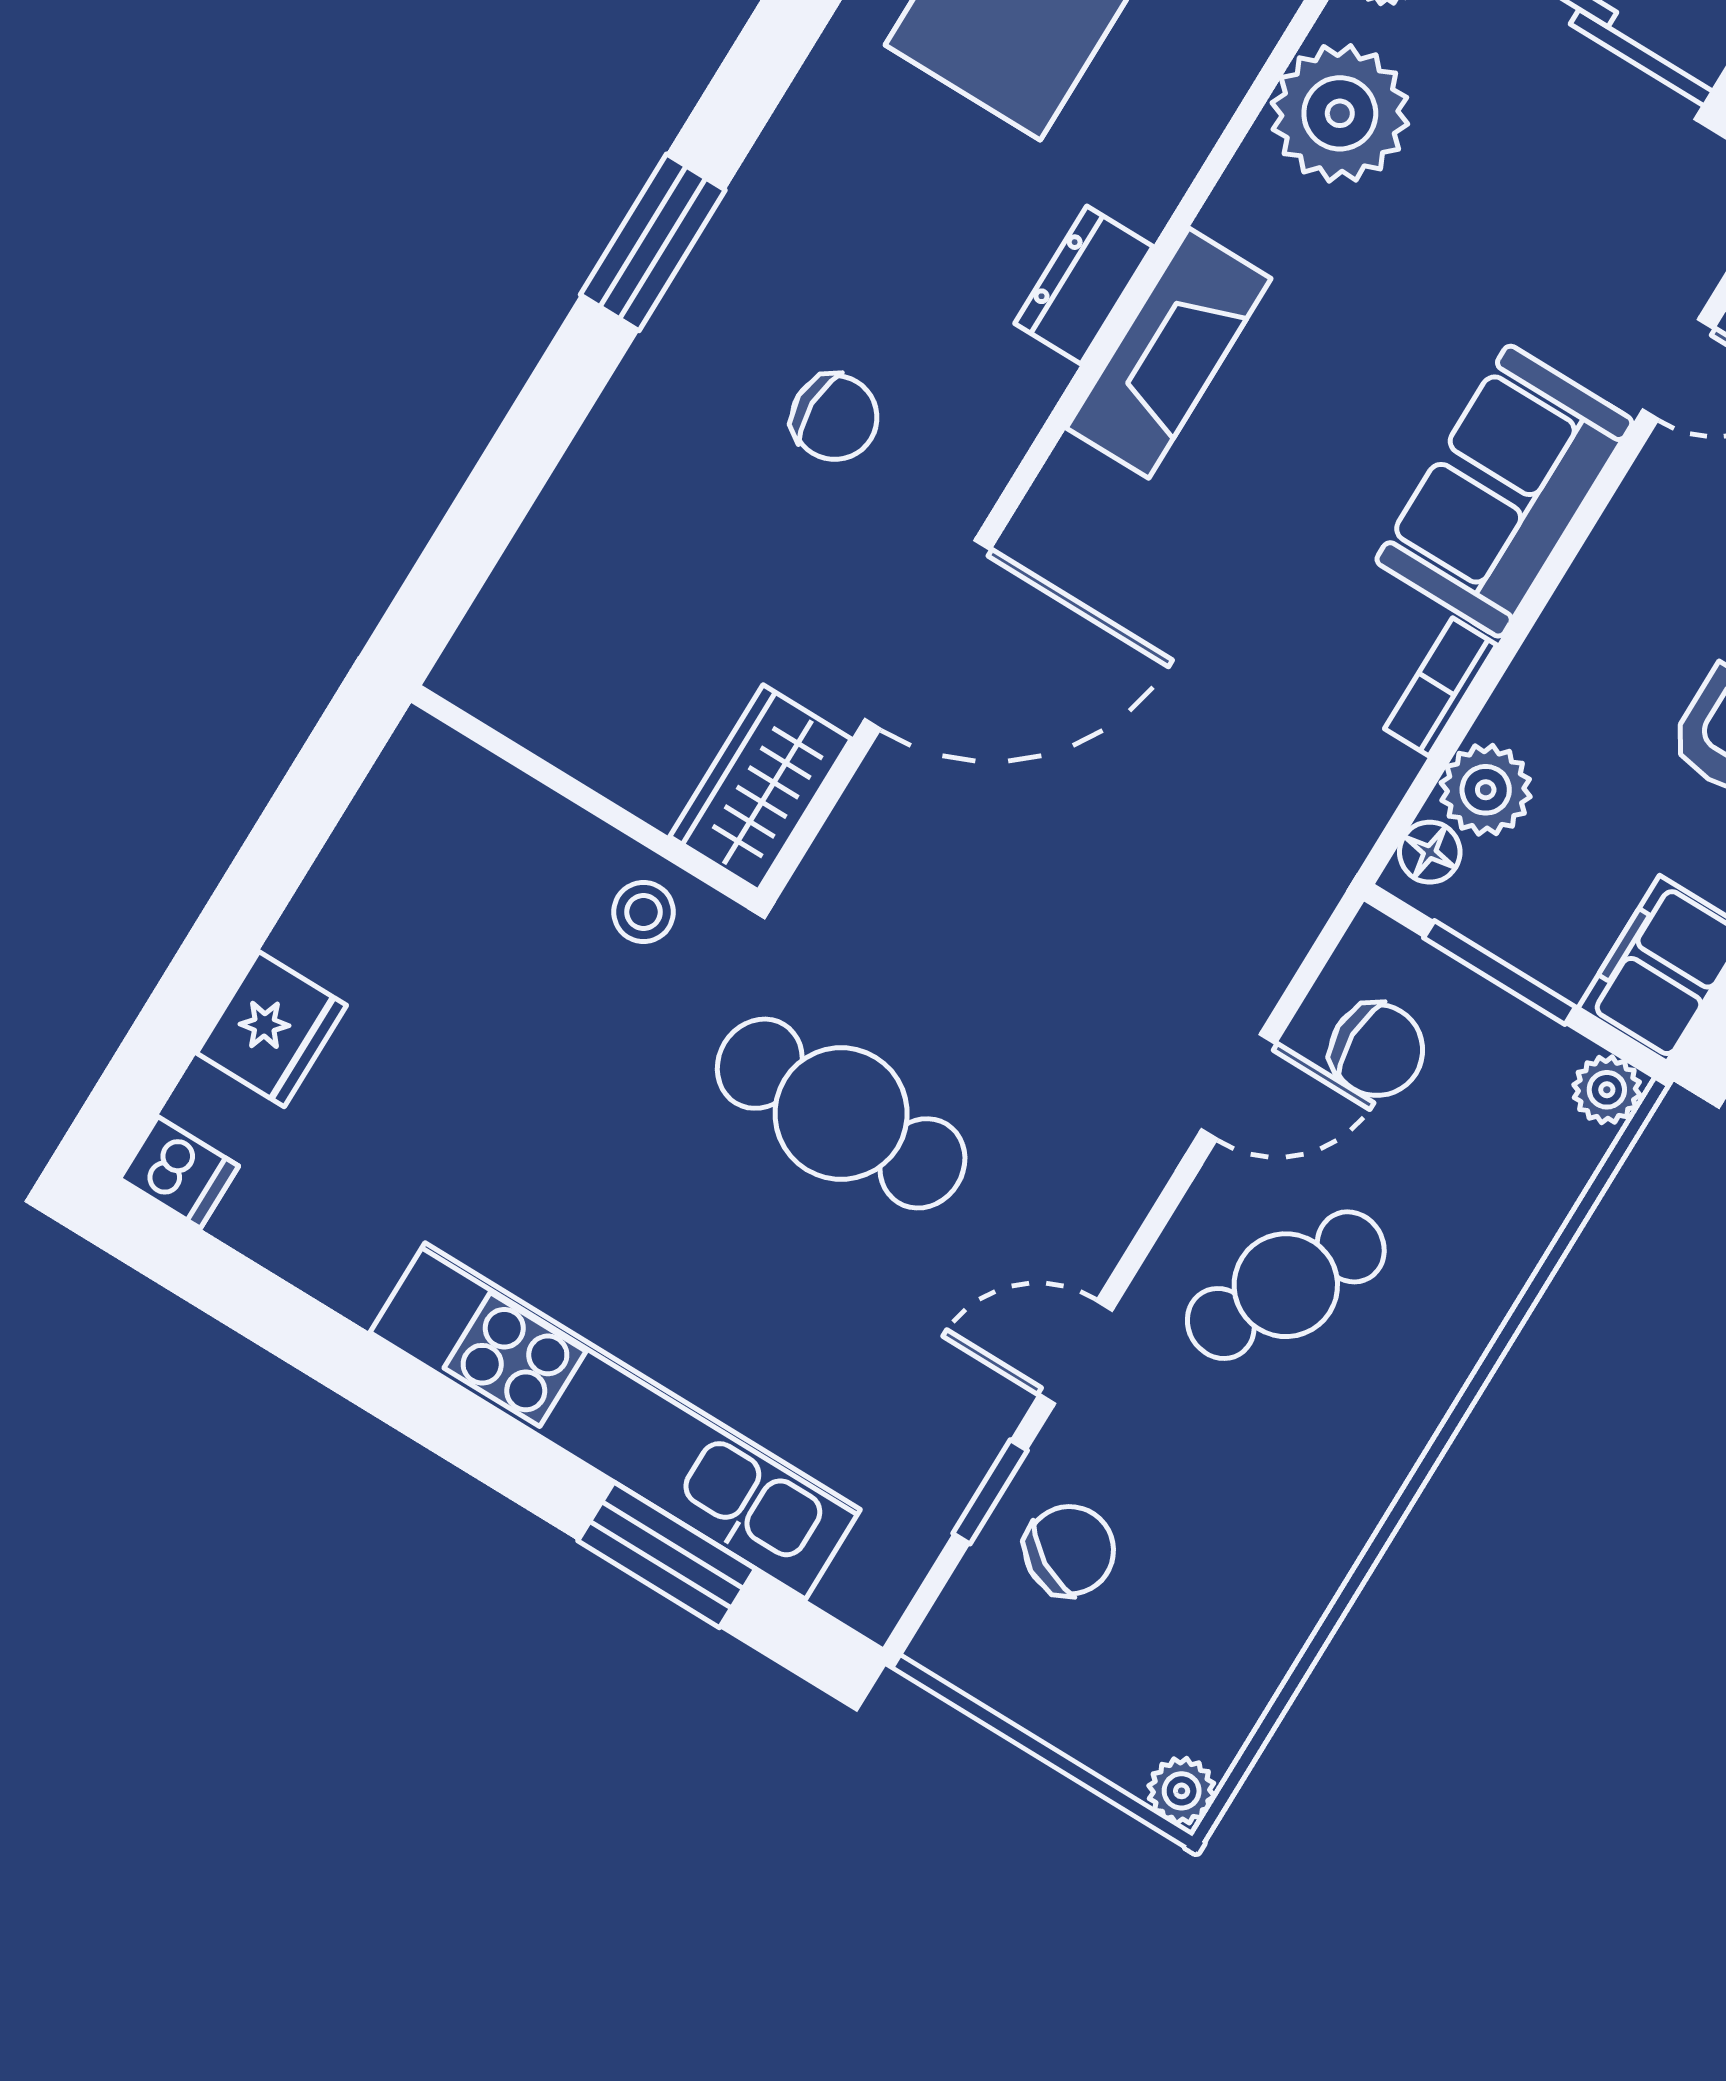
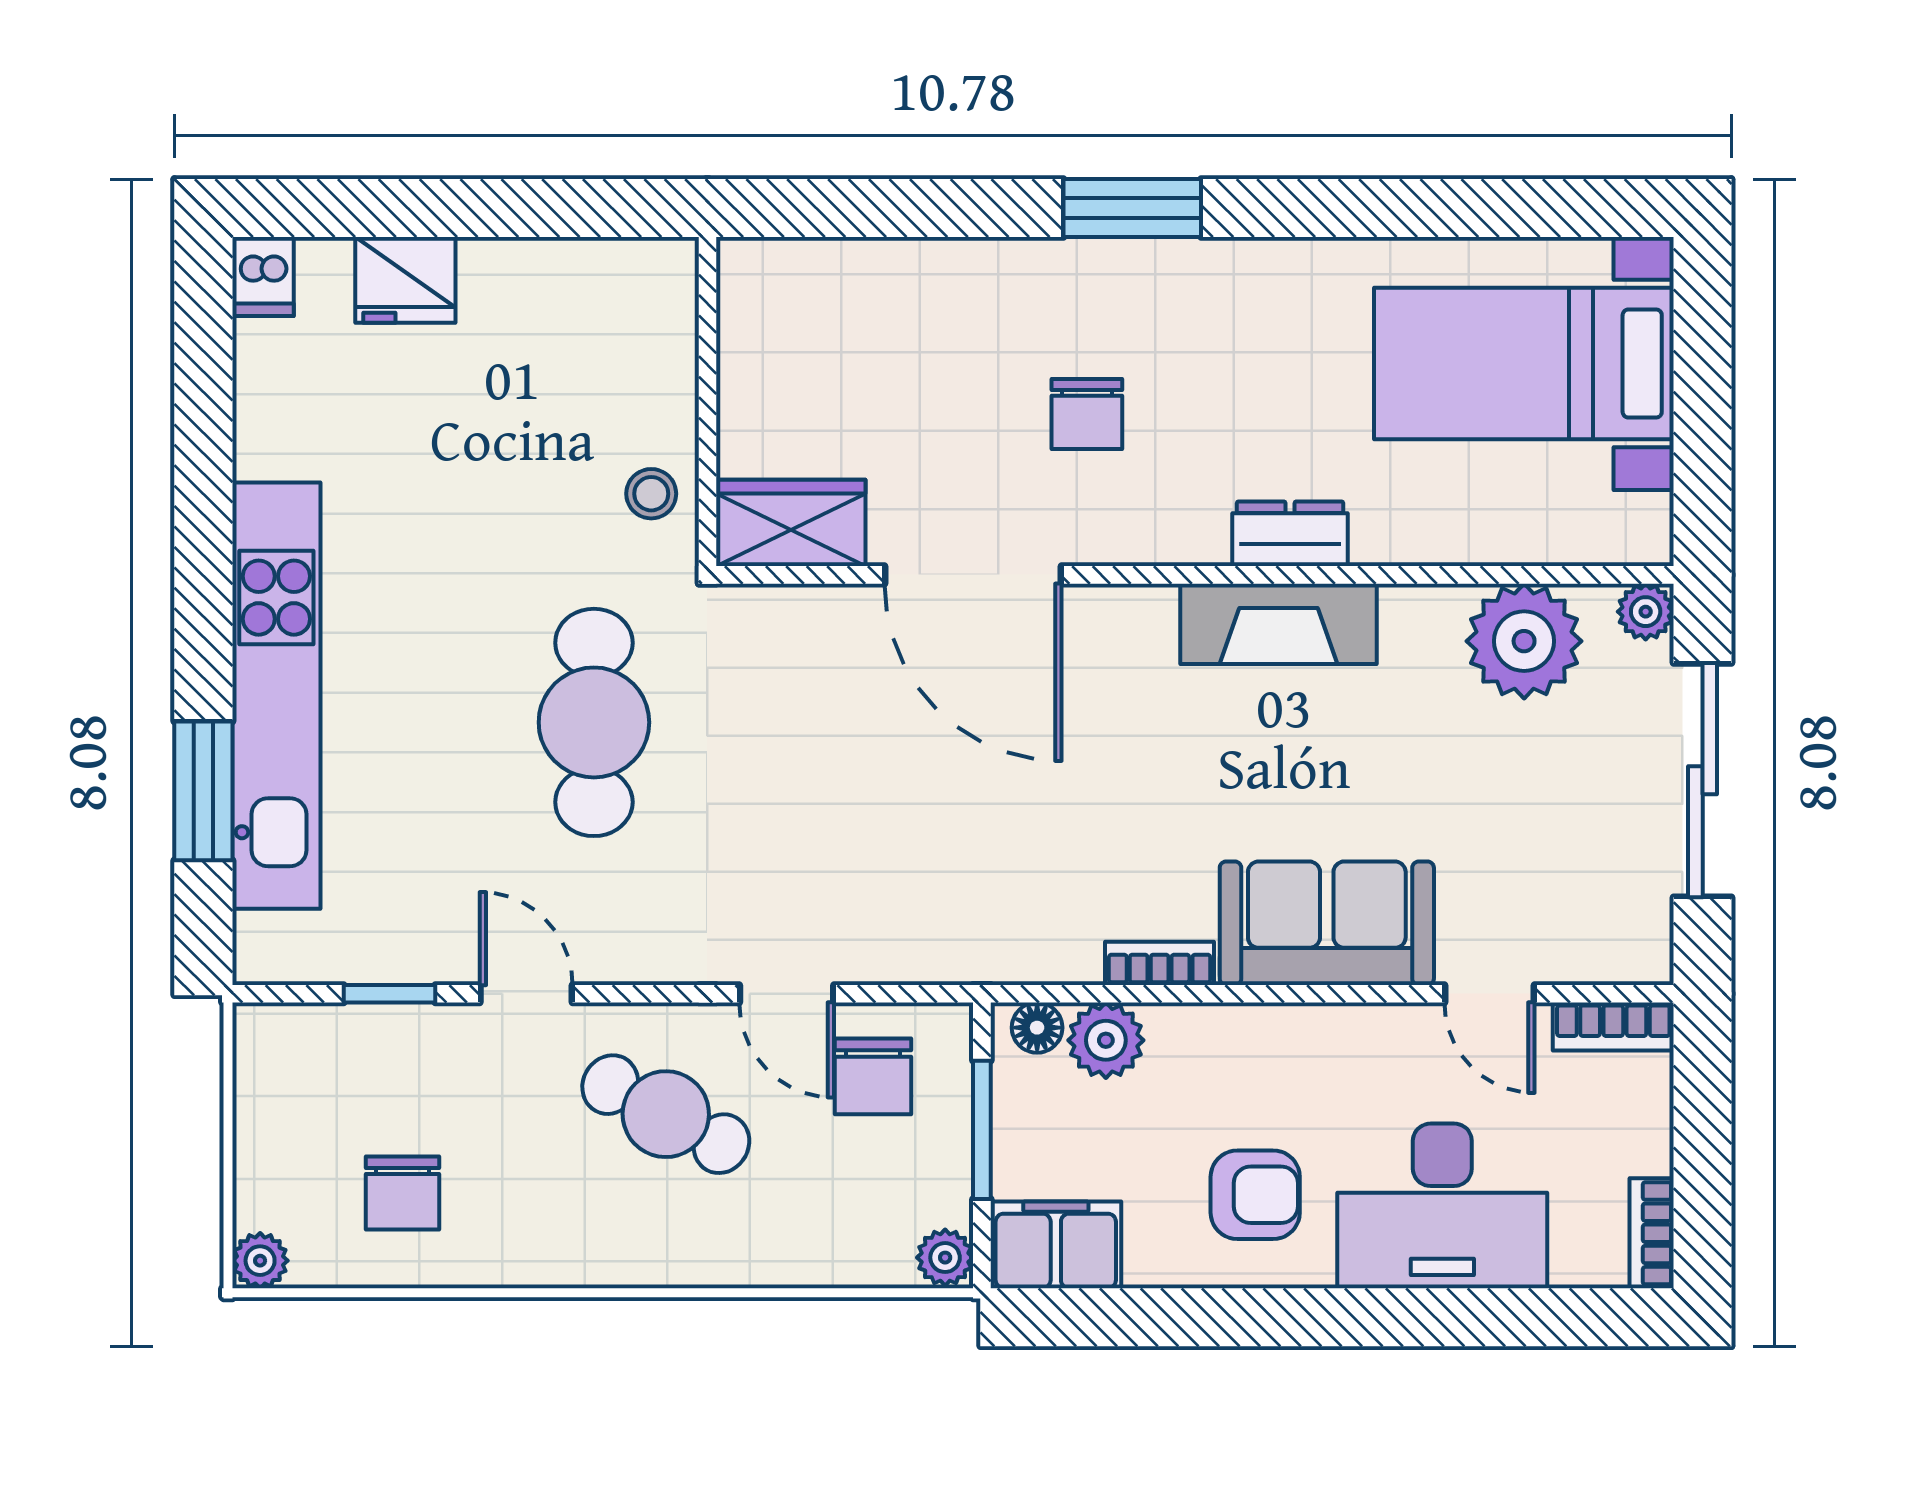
chair: (1069, 1550) -> (402, 1193), moved, turned 60

